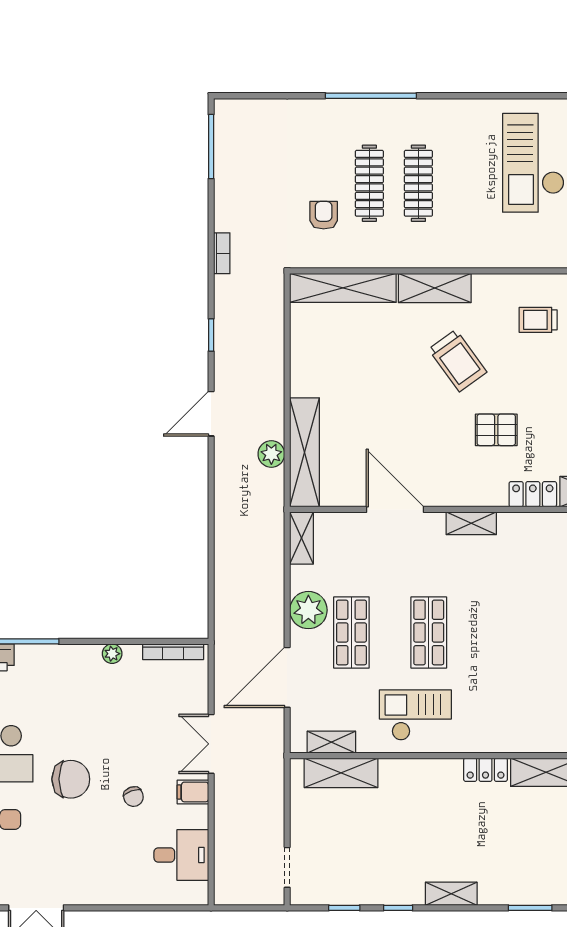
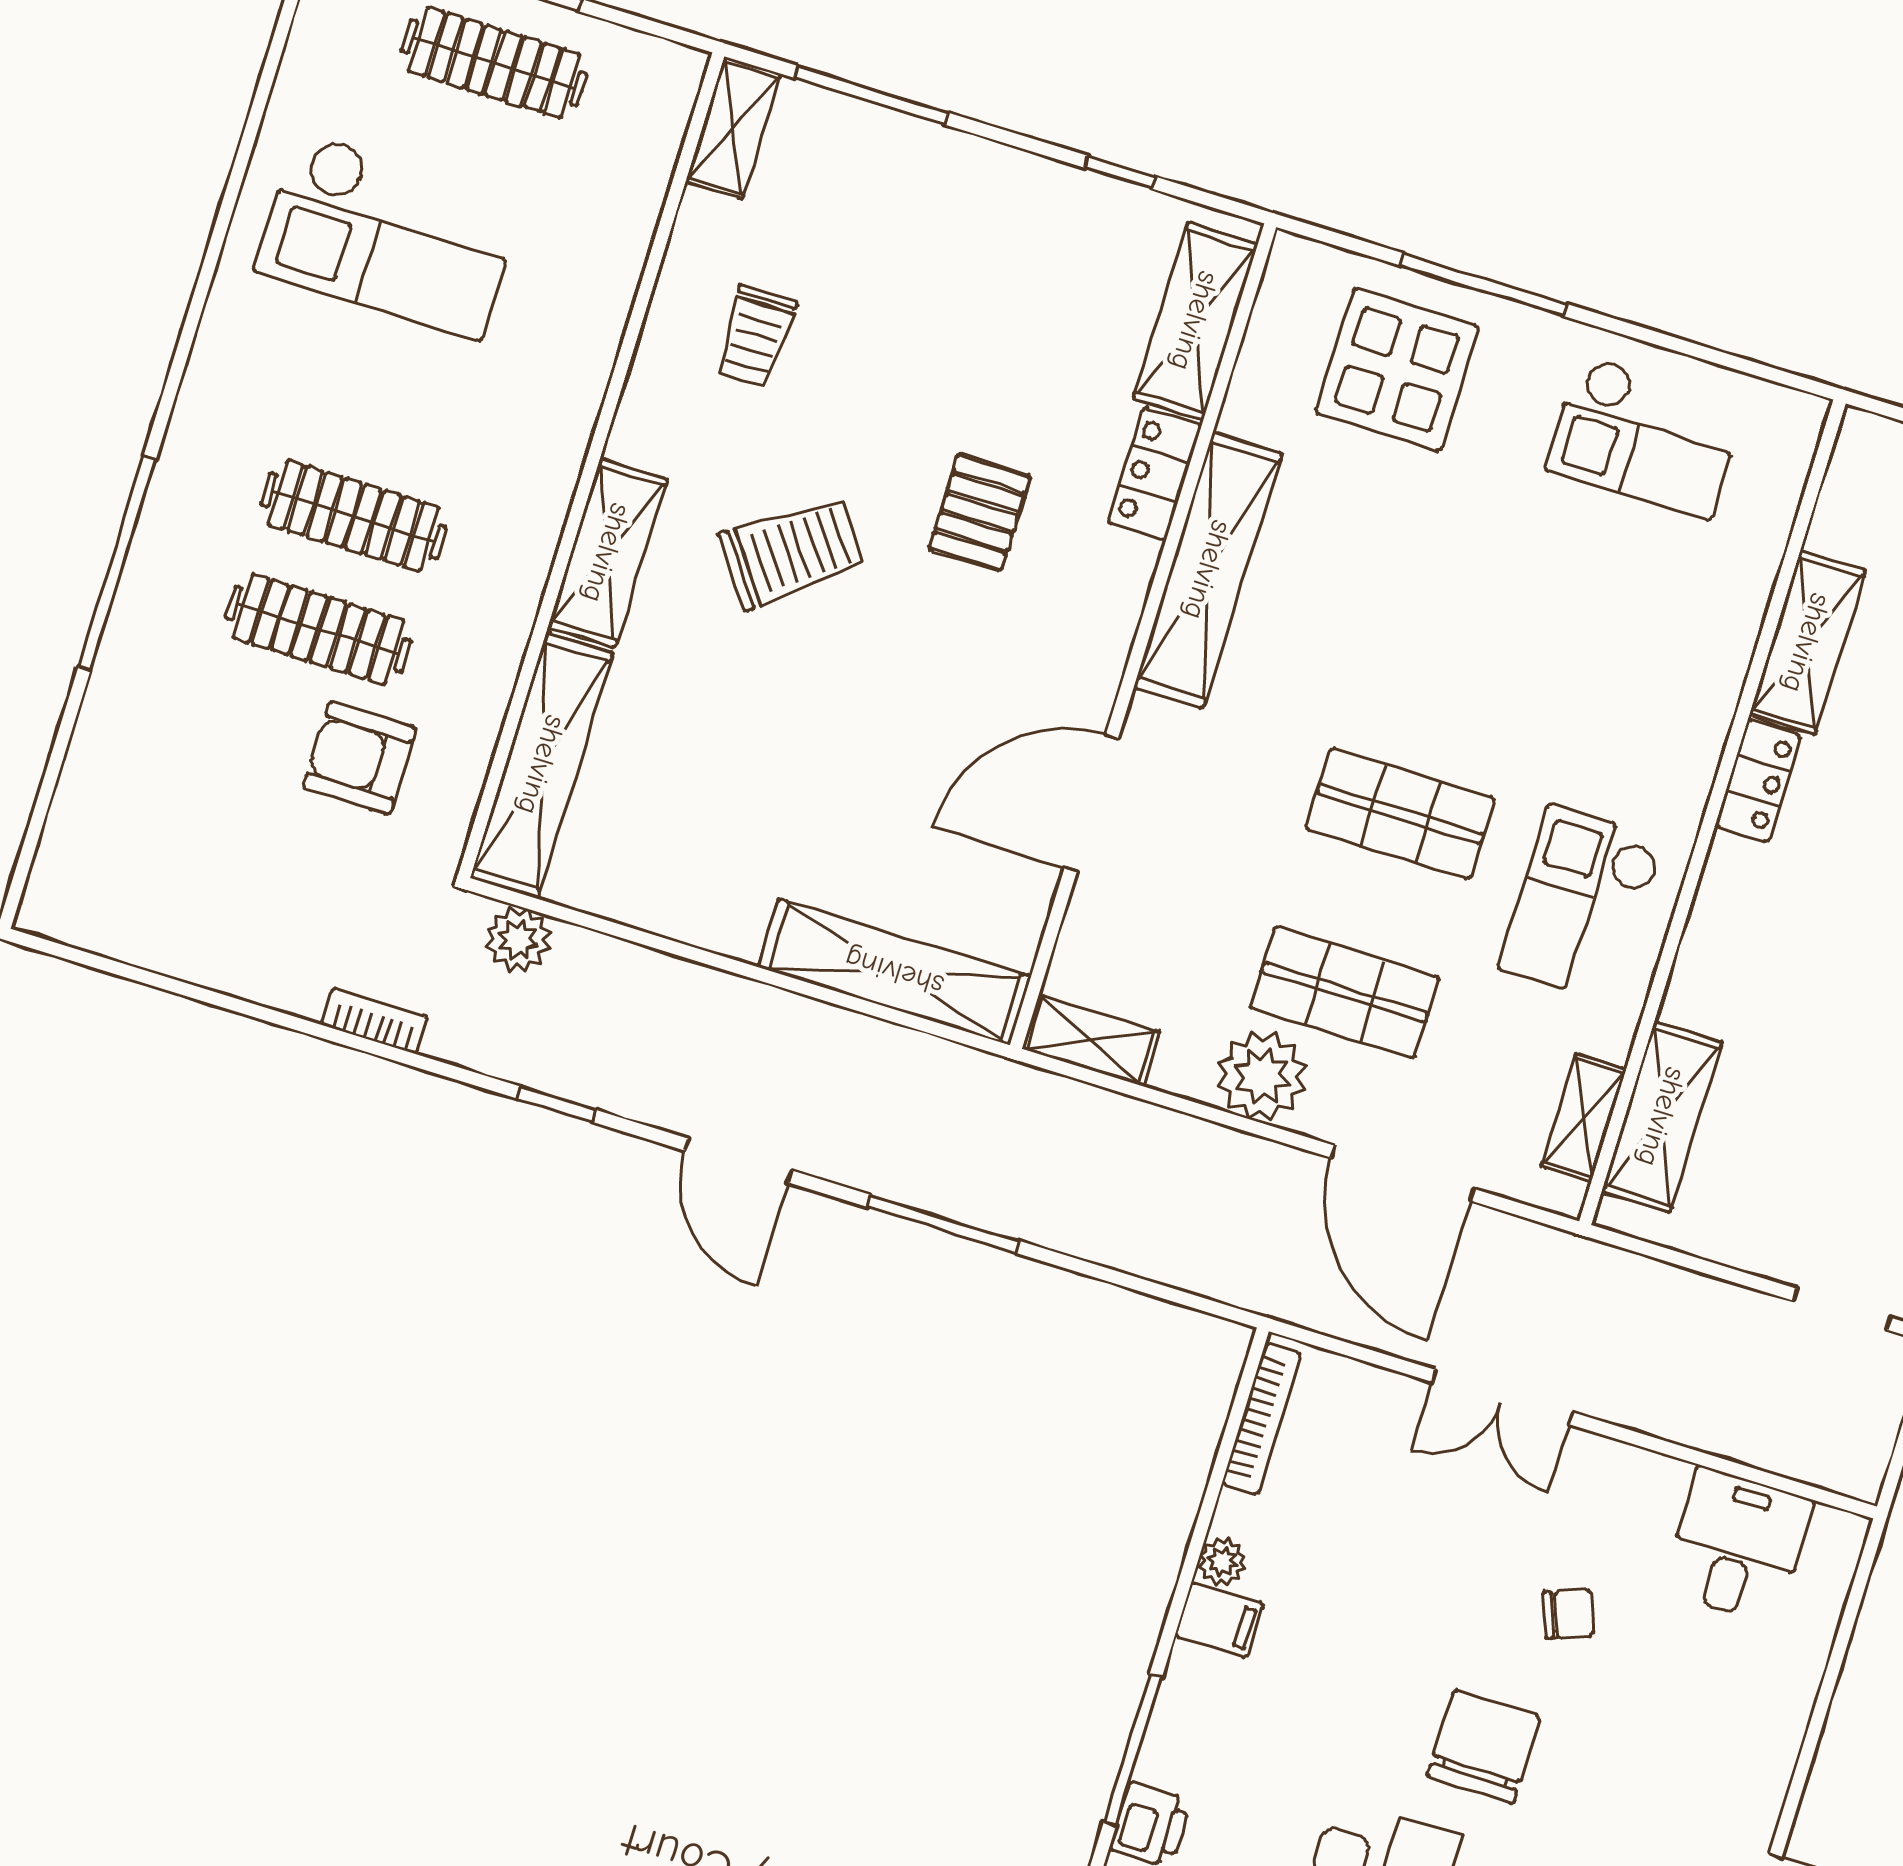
window: (211, 147) -> (944, 1224), moved
armchair: (324, 215) -> (360, 758), width x1.38, depth x1.38
plant: (271, 454) -> (518, 940), moved
shelving: (471, 523) -> (1208, 570), width x2.20, depth x1.33
filing cabinet: (193, 792) -> (1219, 1620), moved, turned -90

